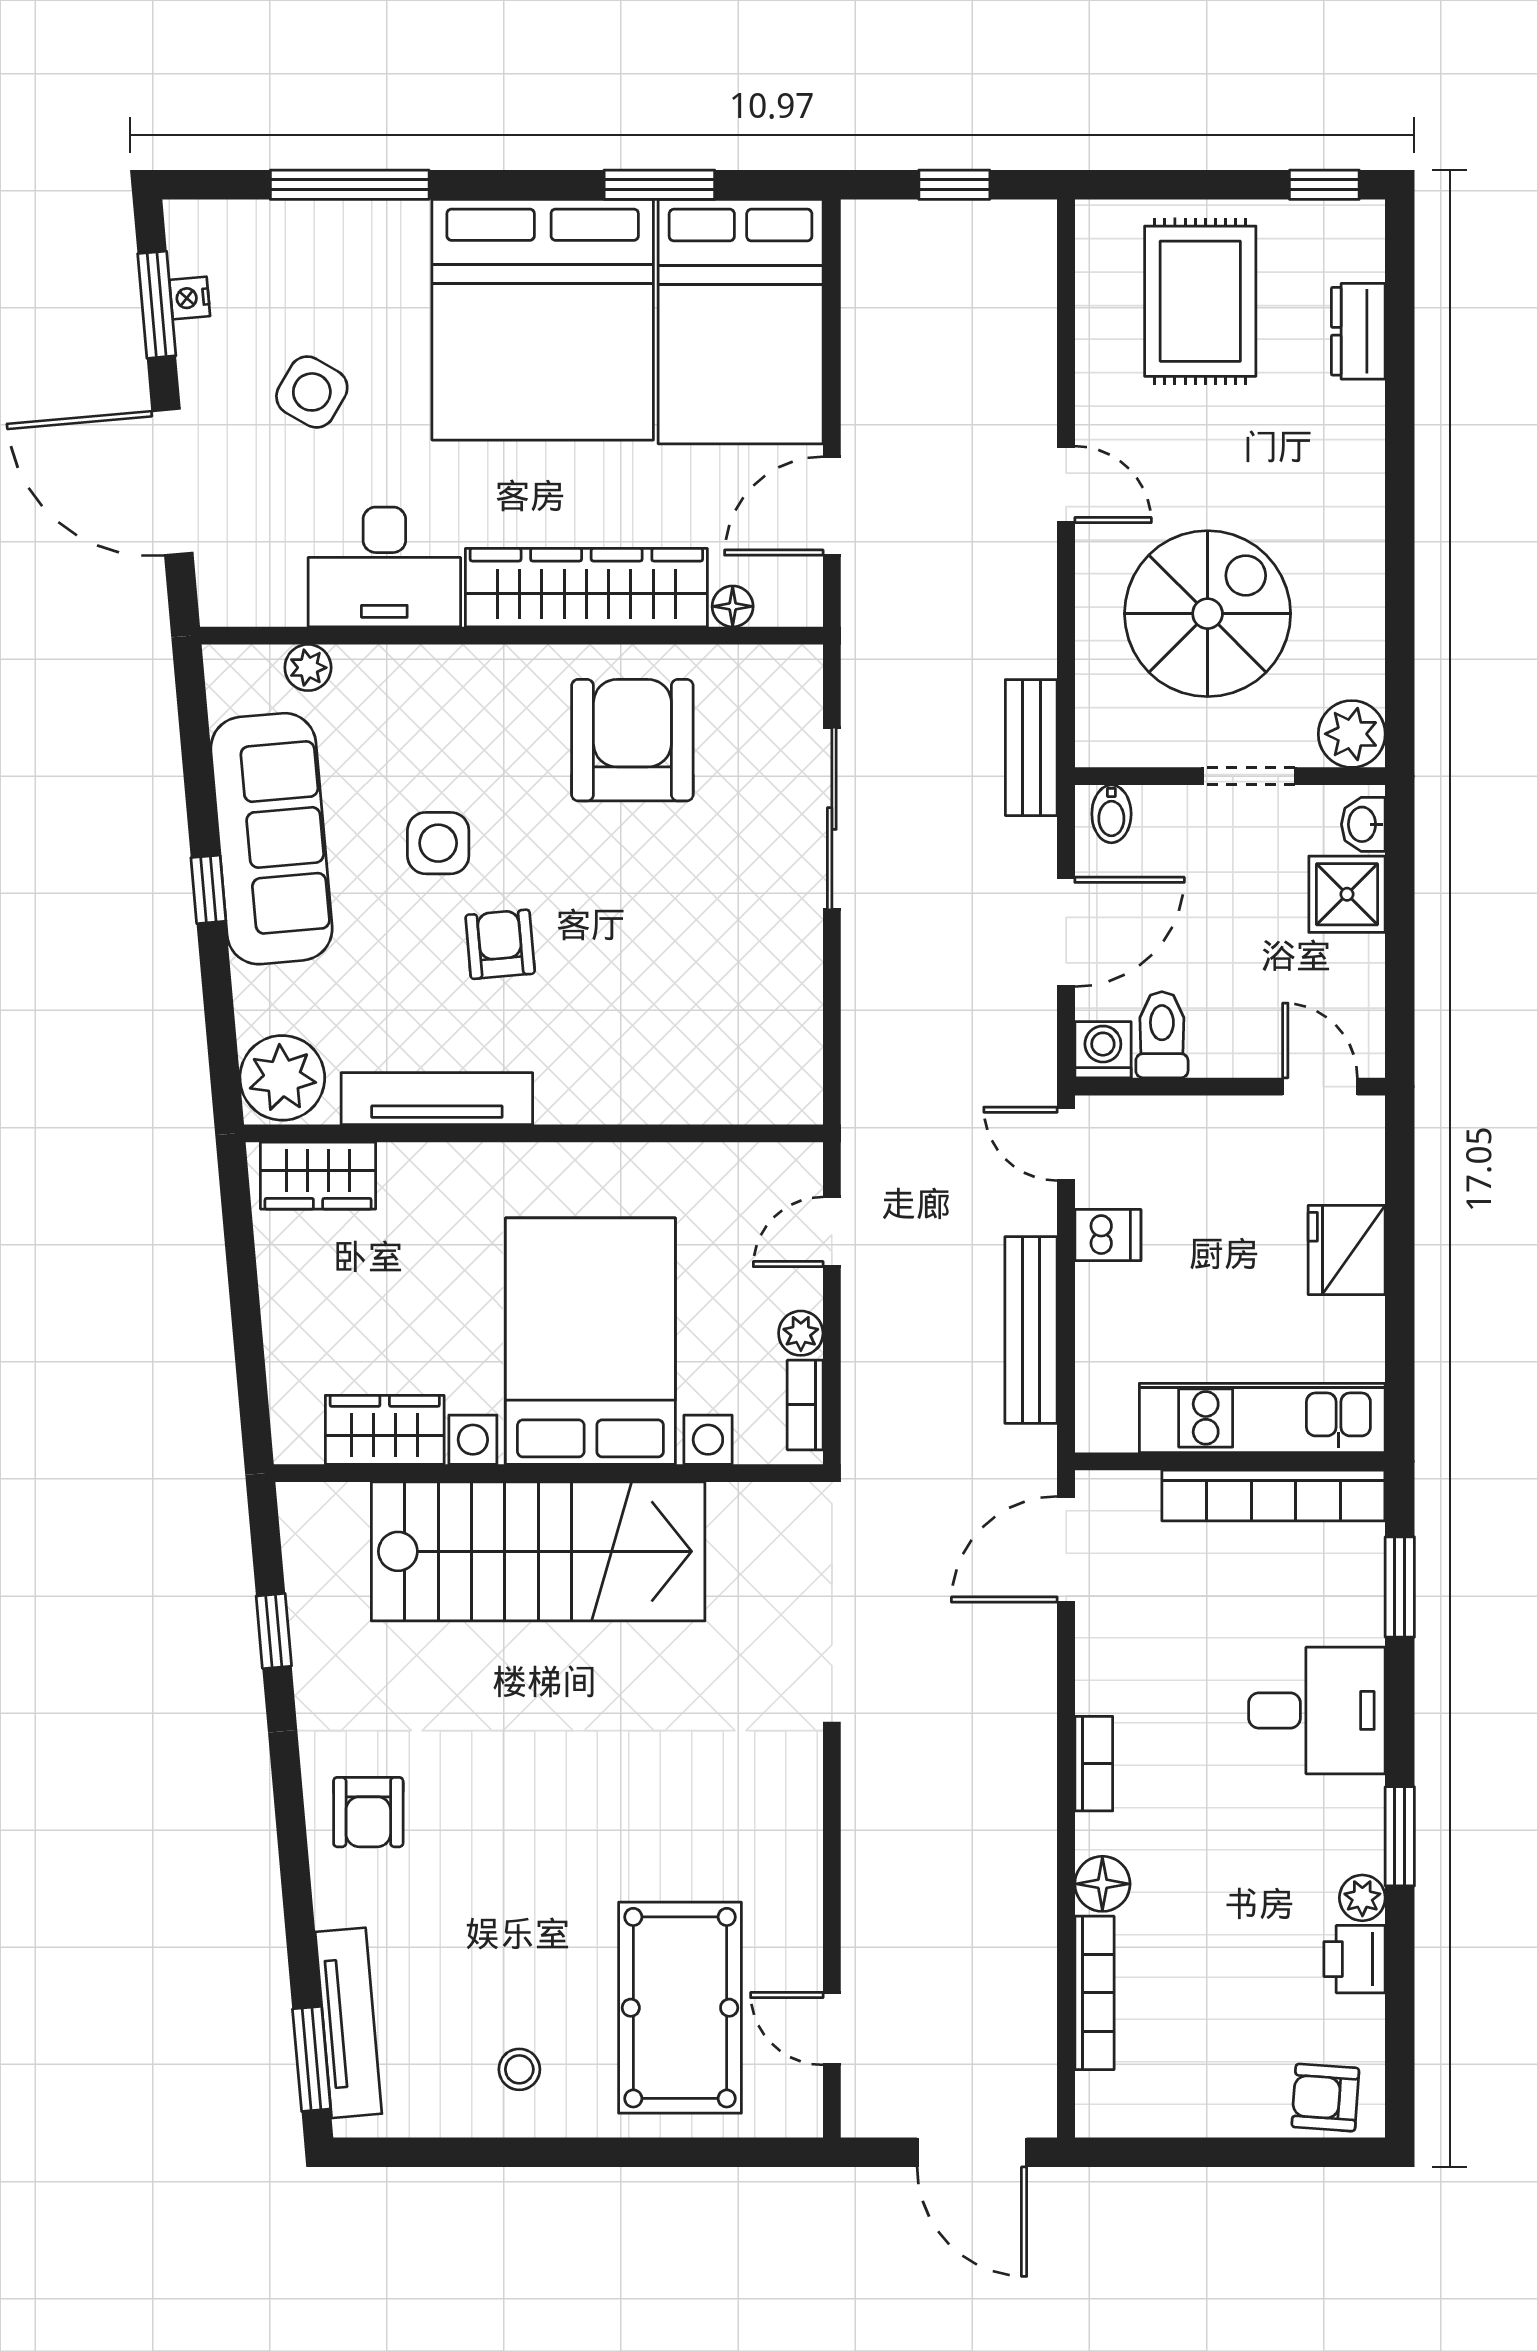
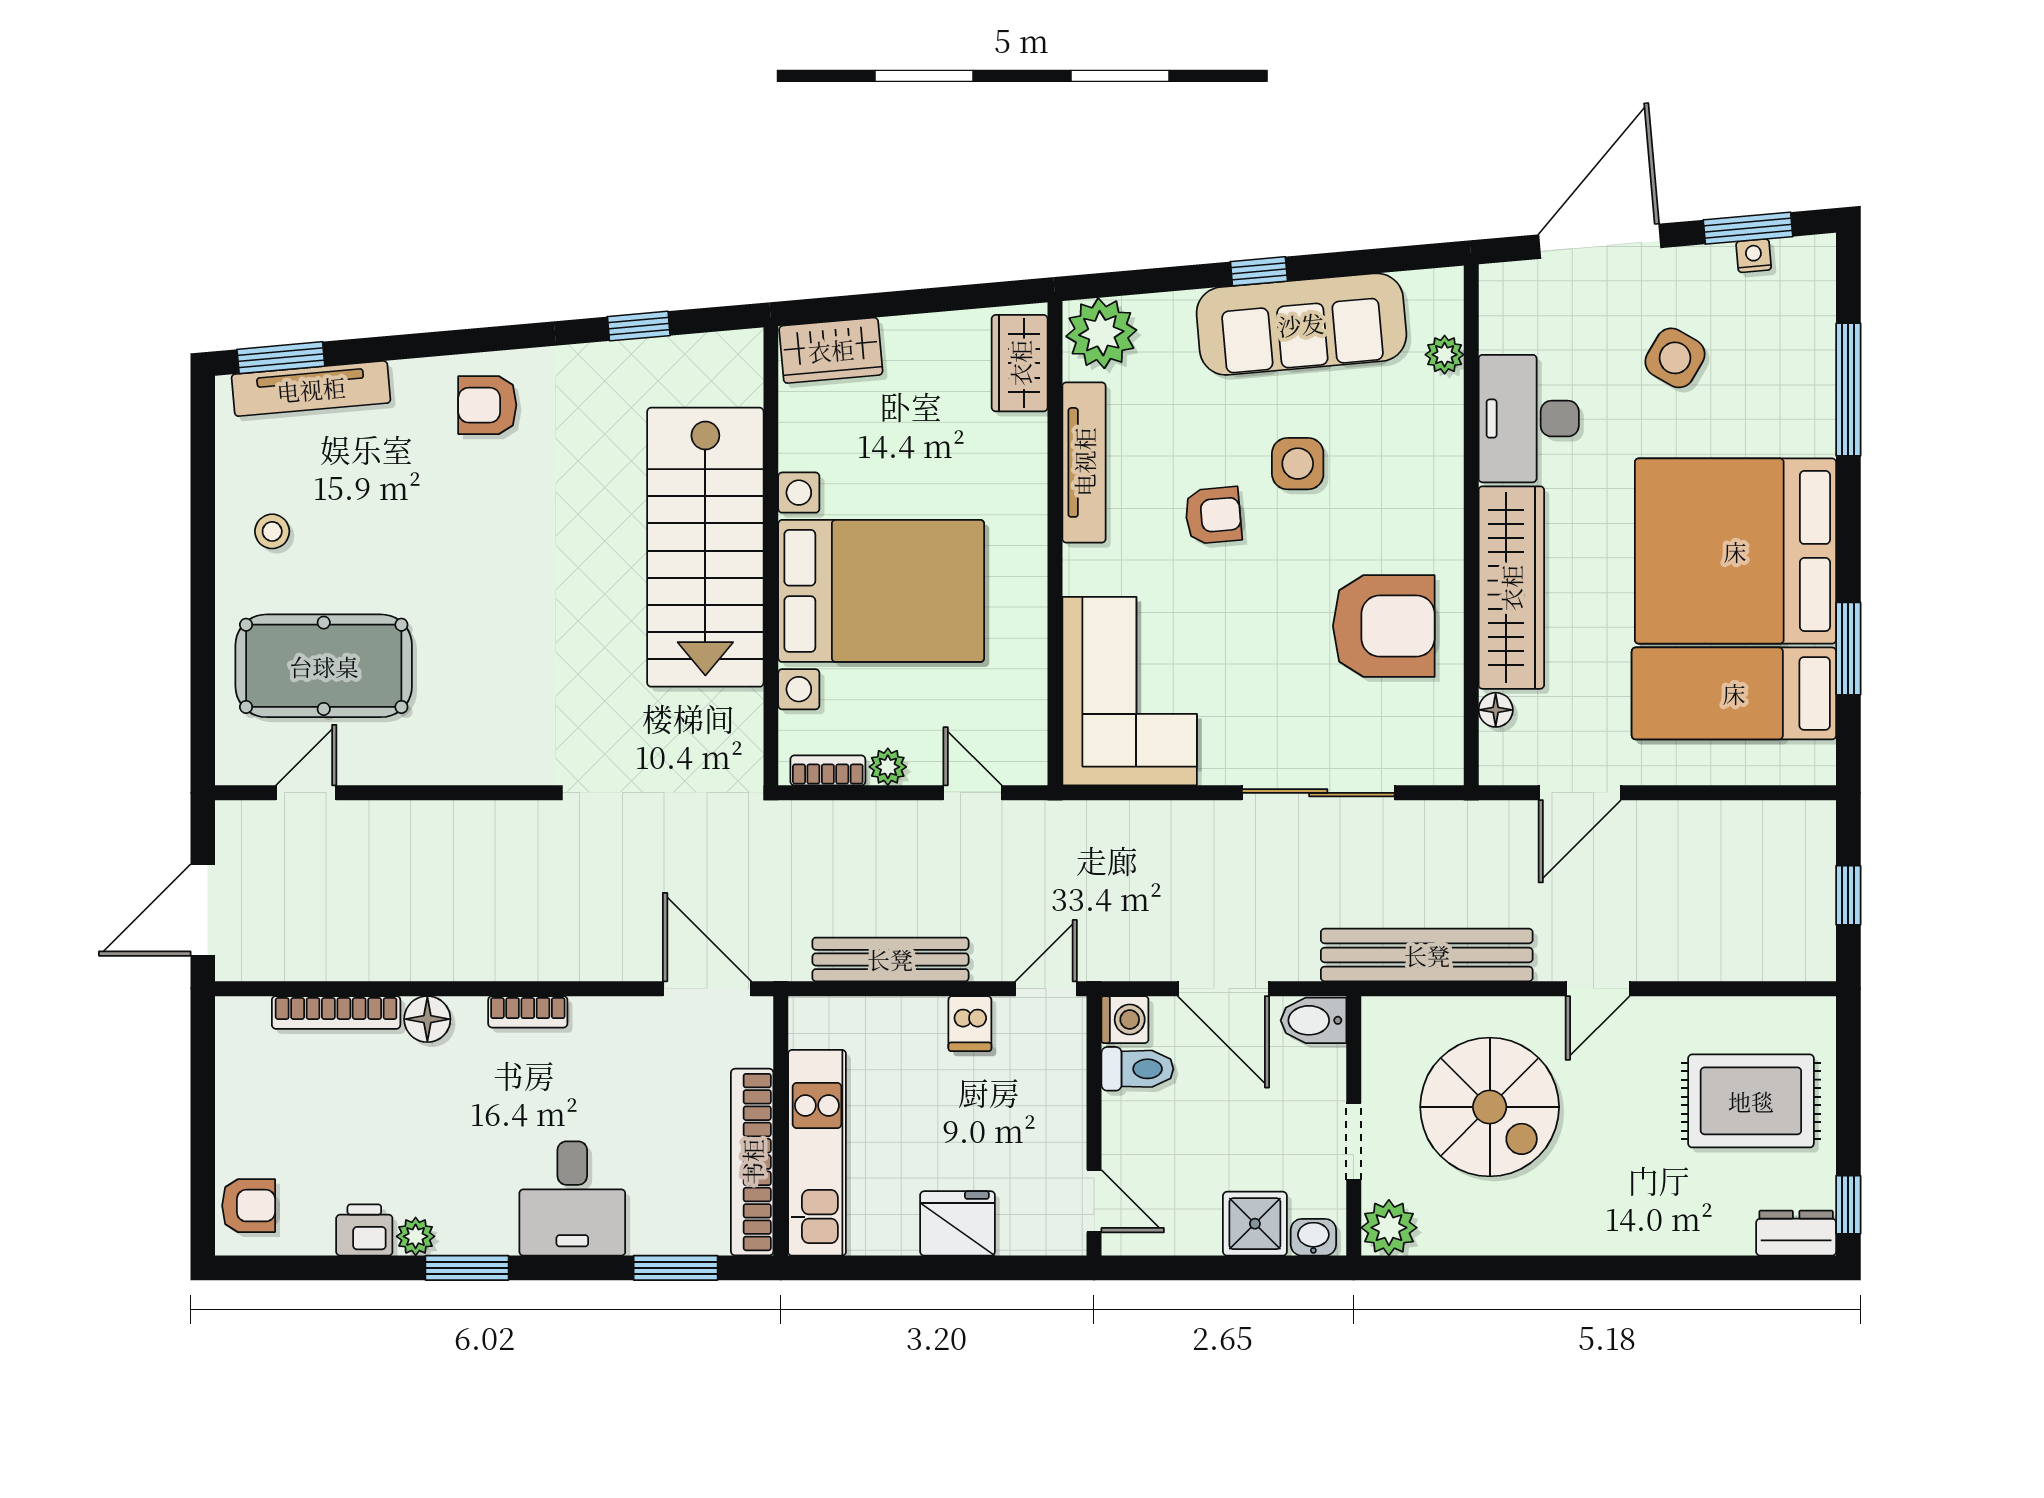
bed: (741, 322) -> (1734, 693), width x0.67
dresser: (1358, 331) -> (1796, 1233), moved
door: (832, 506) -> (1580, 793), swing flipped
bench: (1031, 748) -> (1427, 955), width x1.86, depth x1.21
bidet: (1111, 814) -> (1313, 1020), width x1.38, depth x1.36
corner sofa: (710, 1044) -> (1130, 691), added
door: (1320, 1087) -> (1094, 1201), hinge flipped
wardrobe: (385, 1430) -> (831, 350), moved, turned 85
armchair: (1325, 2098) -> (249, 1206), turned 86

